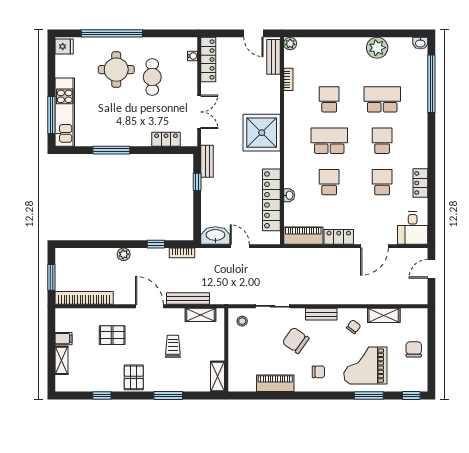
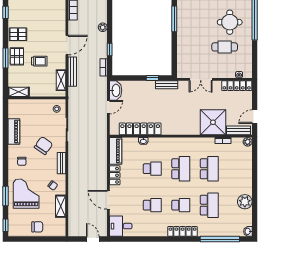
school desk: (329, 99) -> (209, 169), width x1.85
shower: (262, 133) -> (213, 122), moved
locker: (166, 139) -> (182, 56), removed
locker: (420, 183) -> (183, 231), moved, width x1.53
pallet: (112, 335) -> (17, 56), moved

